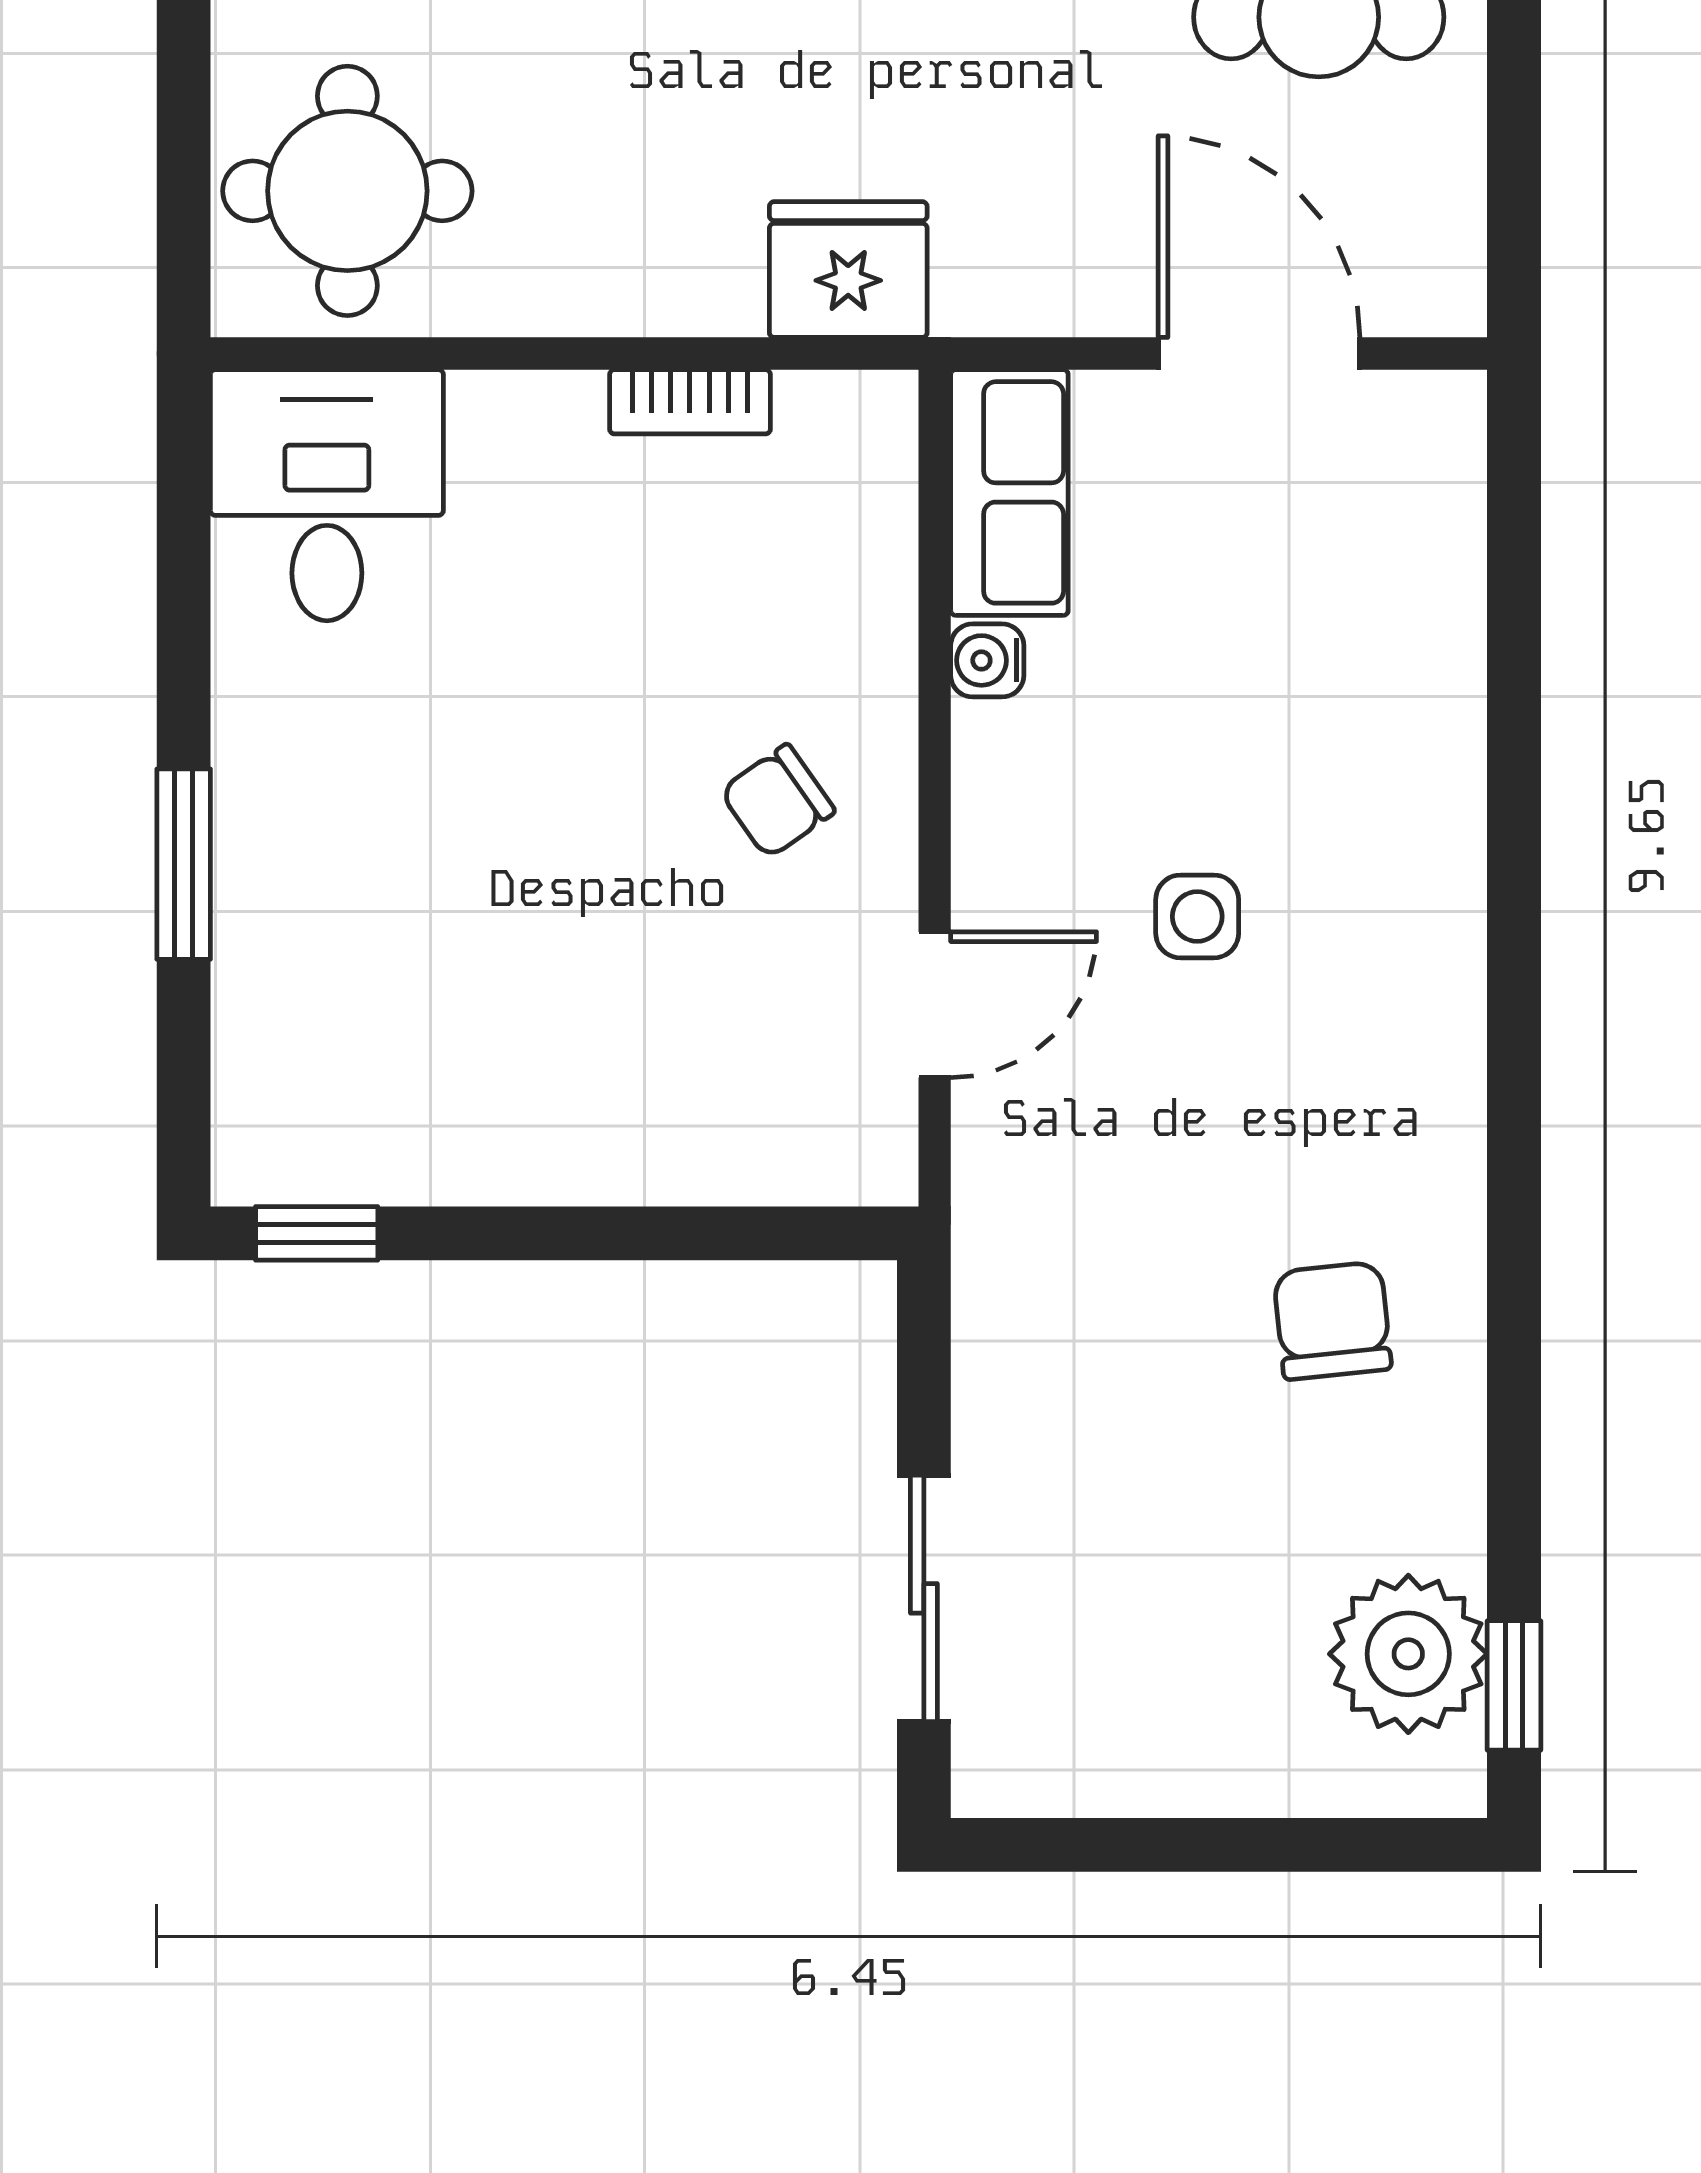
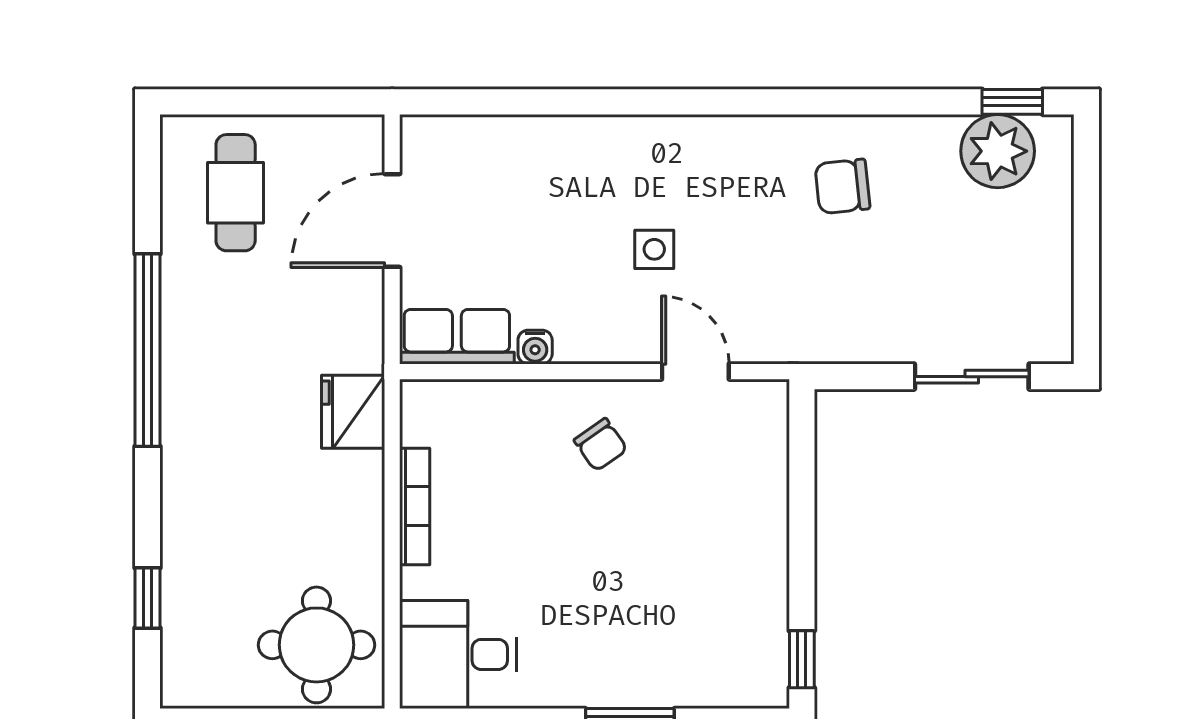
bookcase: (690, 402) -> (415, 506), width x1.56

